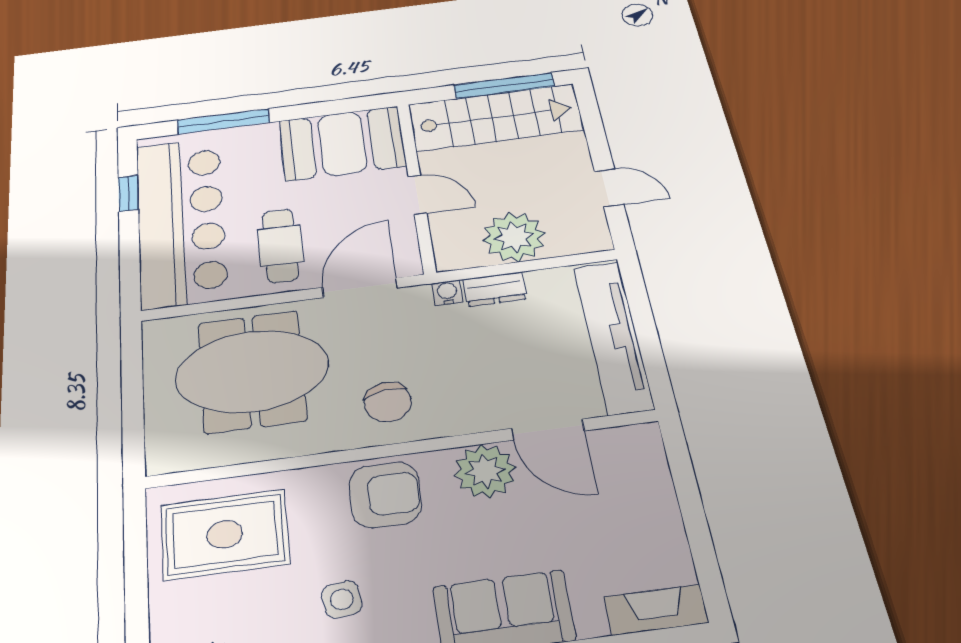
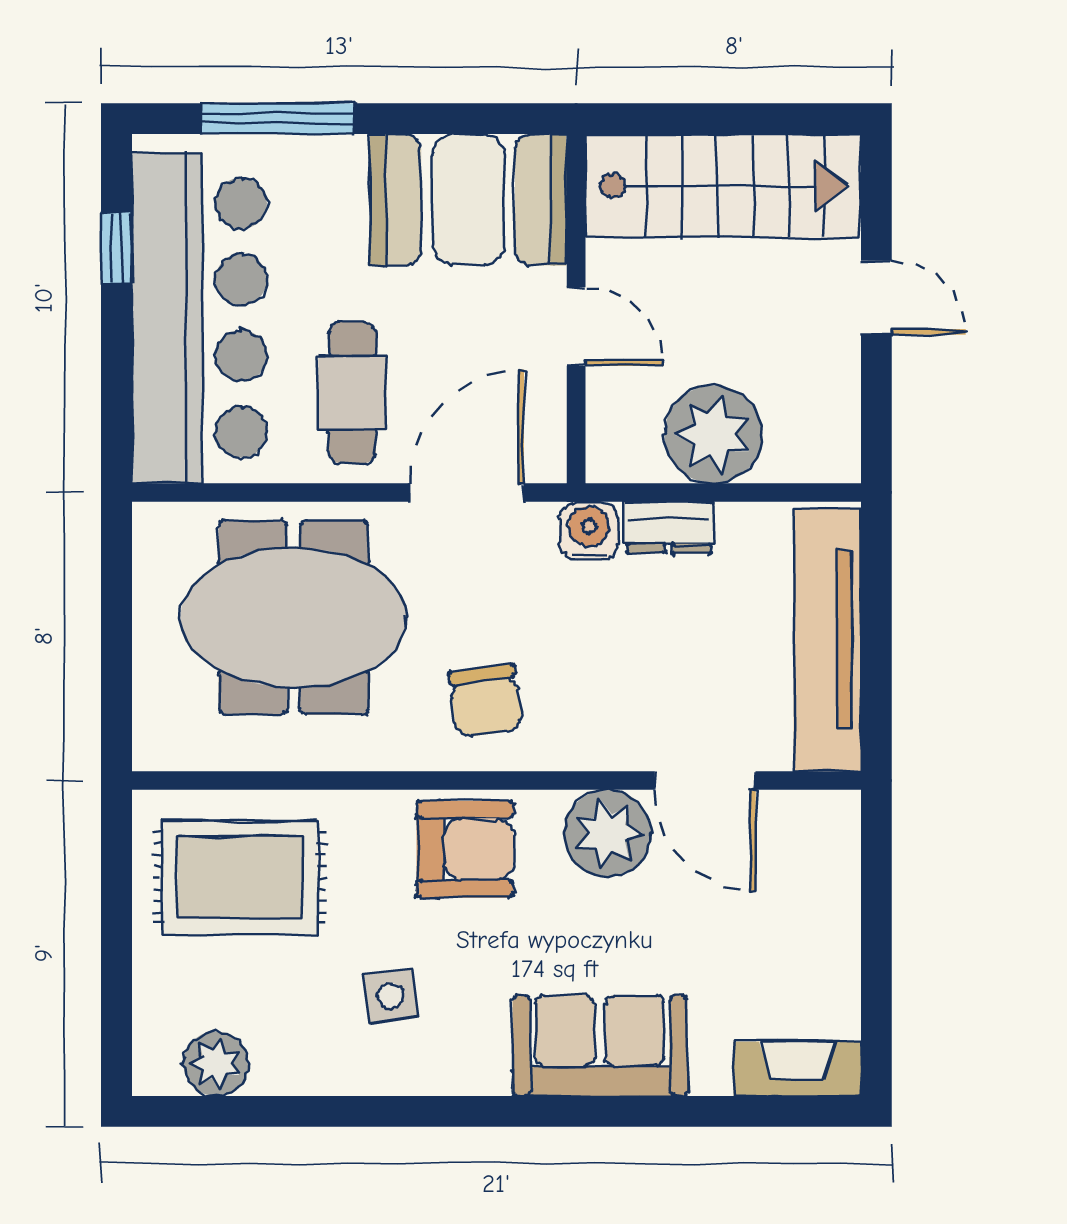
window: (504, 86) -> (748, 119), removed
door: (609, 188) -> (876, 298), moved
water cooler: (447, 293) -> (589, 531), width x1.38, depth x1.38

